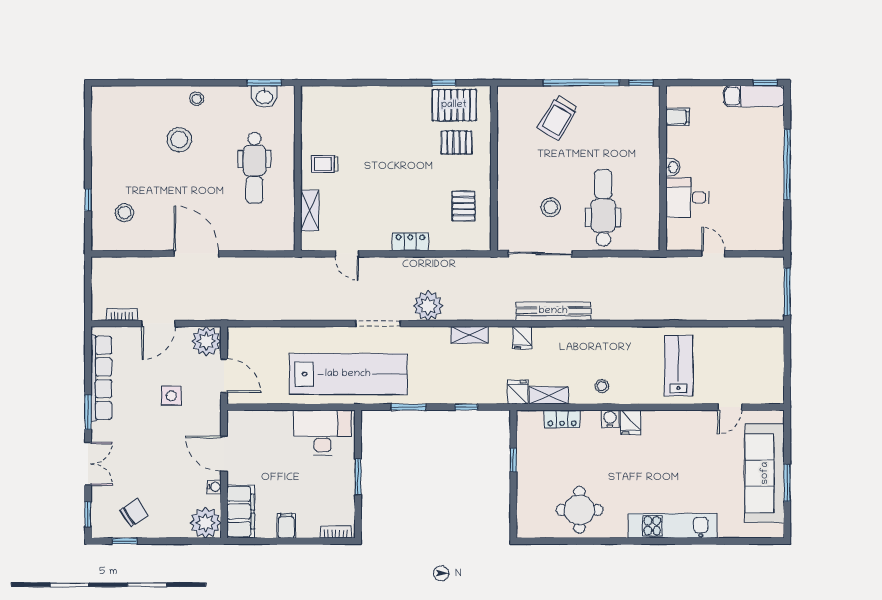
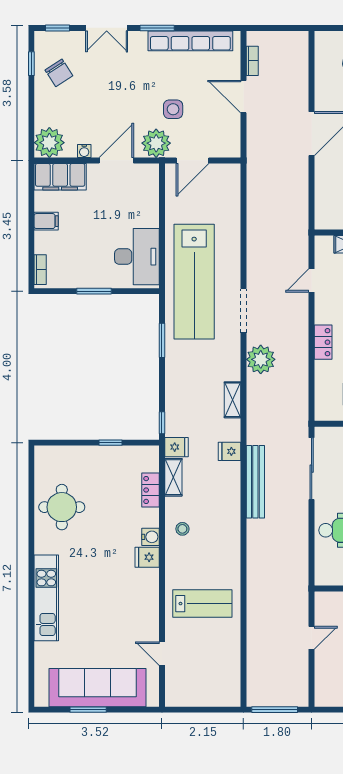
plant: (206, 341) -> (156, 143), moved
window: (466, 407) -> (162, 423), moved

